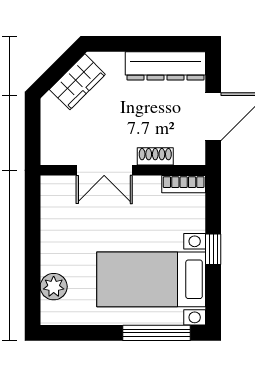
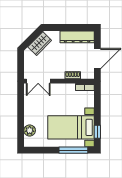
double door: (104, 170) -> (38, 81), moved
window: (213, 249) -> (97, 132), moved

